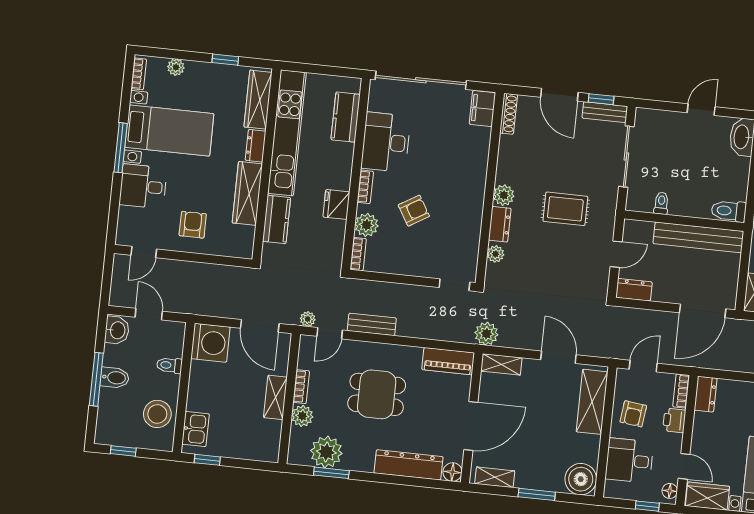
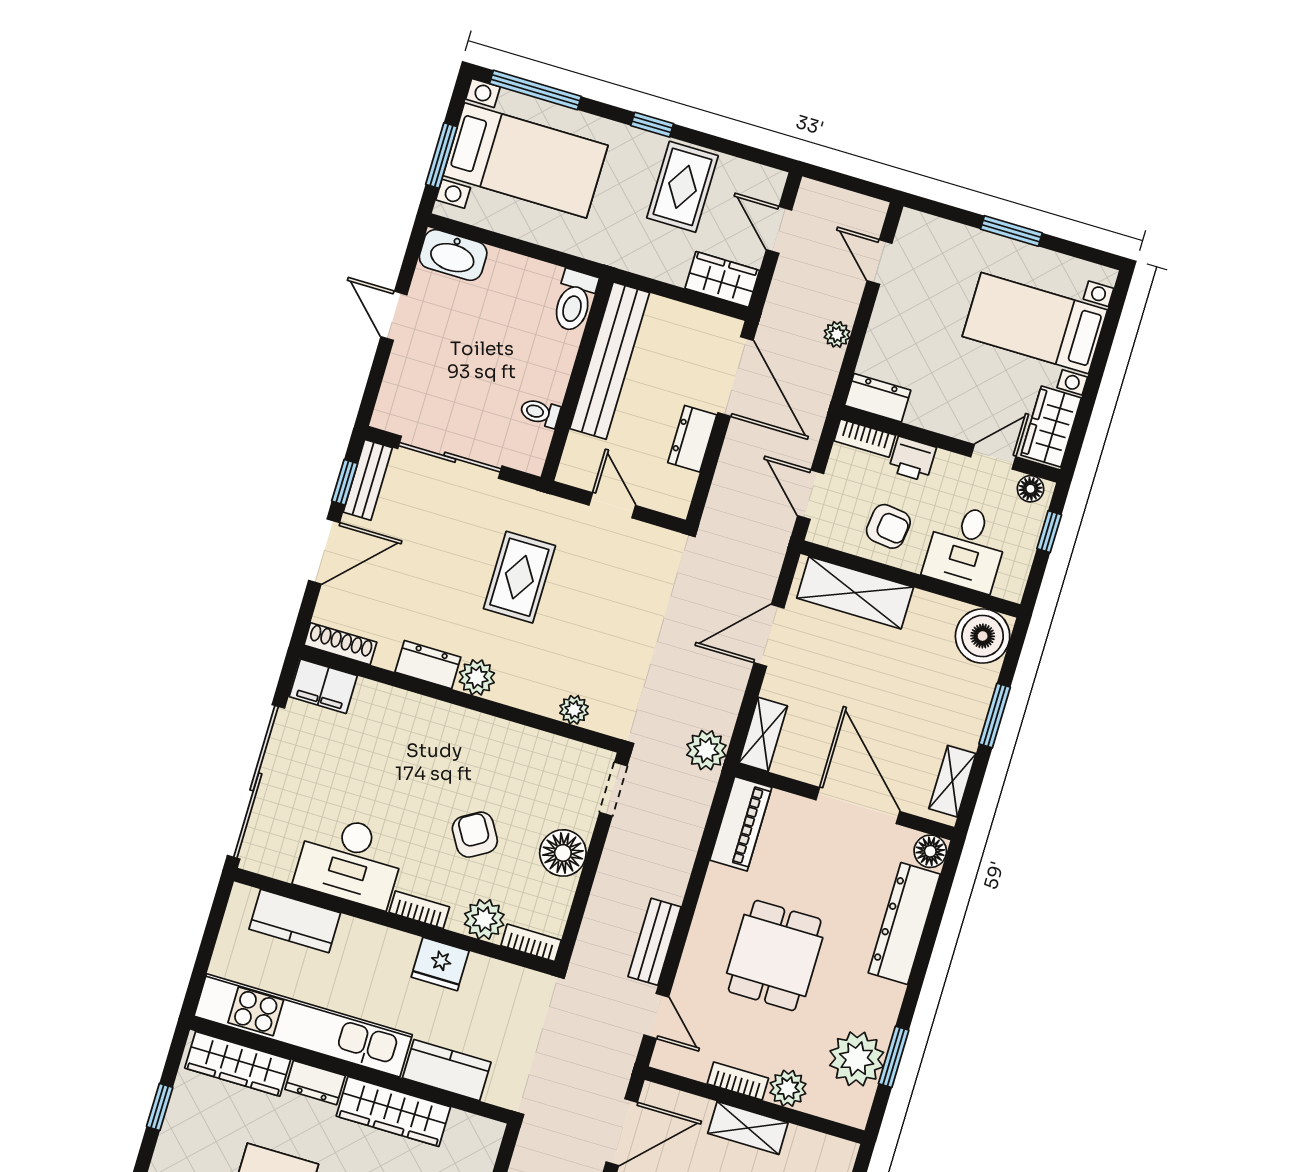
dresser: (500, 224) -> (428, 665), moved
floor lamp: (413, 263) -> (563, 853), added
dresser: (634, 290) -> (692, 439), moved
plant: (308, 319) -> (837, 334), moved

